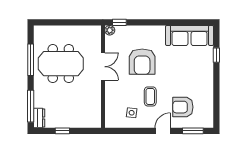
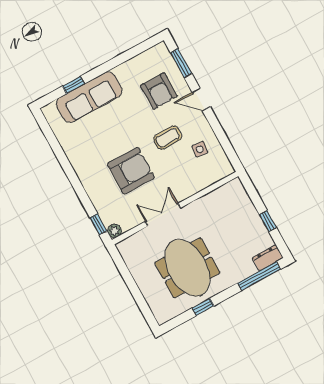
sofa: (190, 35) -> (89, 97), moved, turned 90
window: (31, 60) -> (203, 307), width x0.46

